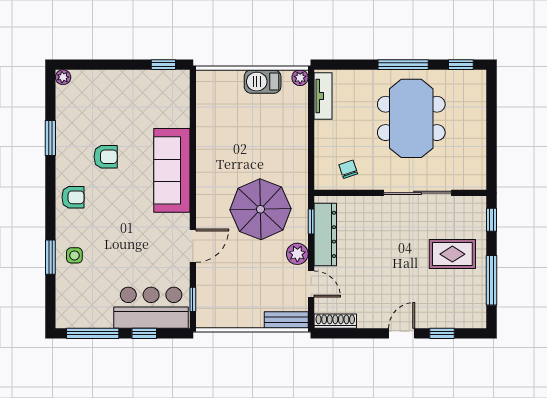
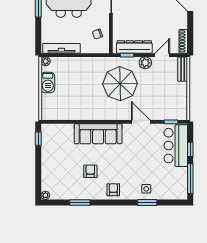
tv unit: (323, 96) -> (61, 48), width x1.41

